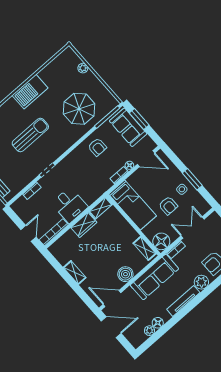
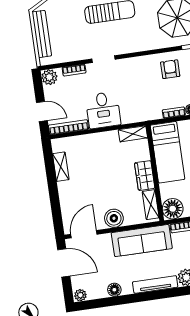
armchair: (97, 147) -> (170, 69), turned 180
plant: (18, 207) -> (49, 77), added
wardrobe: (84, 225) -> (145, 176), moved, turned 90
door: (28, 233) -> (42, 111), hinge flipped
shelving: (75, 272) -> (61, 167), moved
door: (112, 298) -> (84, 234), hinge flipped
plant: (150, 331) -> (80, 295), moved

